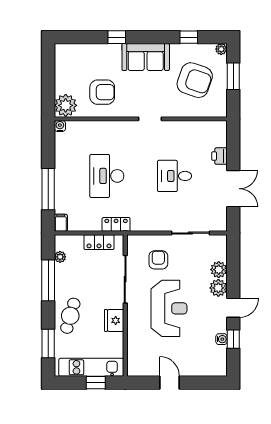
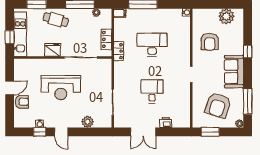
window: (189, 37) -> (248, 101), width x2.17
window: (233, 76) -> (210, 132), moved
plant: (66, 105) -> (226, 16), moved
armchair: (158, 260) -> (22, 102), moved
plant: (218, 288) -> (75, 122), removed

